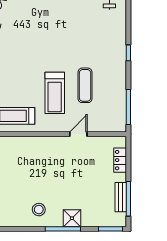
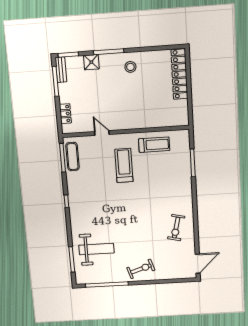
exercise mat: (85, 85) -> (72, 157), moved
door: (78, 134) -> (102, 133), swing flipped
bench: (121, 197) -> (61, 70), moved
shower: (72, 218) -> (91, 62), moved

